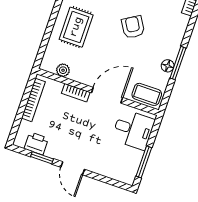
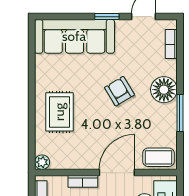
floor lamp: (168, 66) -> (164, 90), moved, width x1.89, depth x1.89
plant: (63, 70) -> (42, 162), moved

